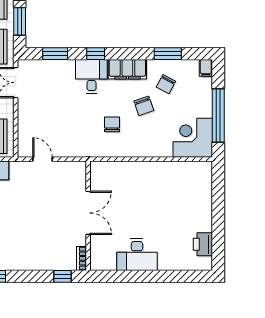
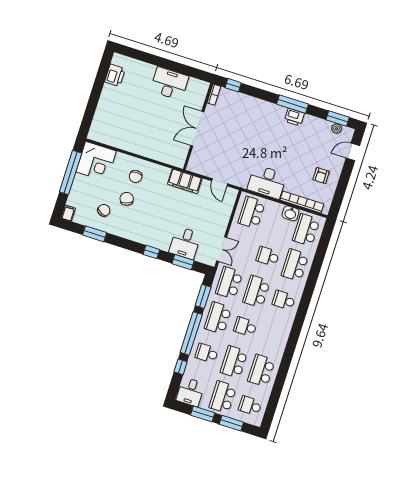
filing cabinet: (127, 69) -> (185, 181), moved, turned 180
desk: (91, 76) -> (185, 243), moved
chair: (112, 124) -> (136, 176), moved

